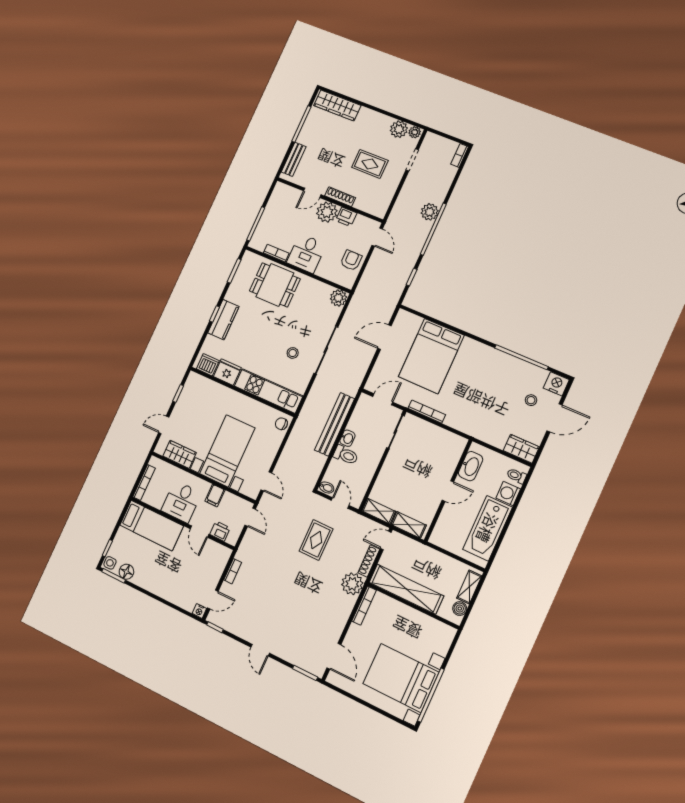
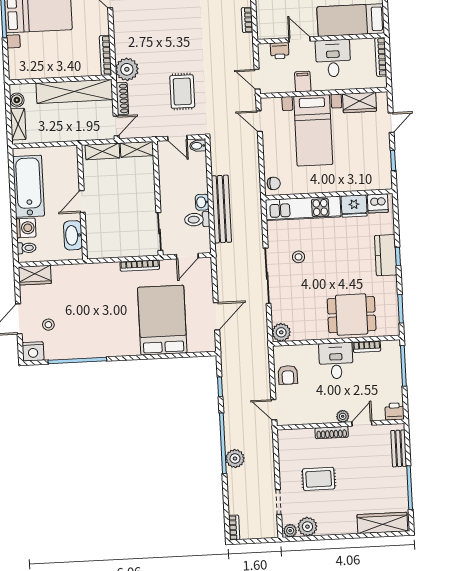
plant: (327, 212) -> (343, 416), width x0.53, depth x0.53
printer: (346, 217) -> (395, 411), moved
toilet: (346, 455) -> (197, 219), moved

